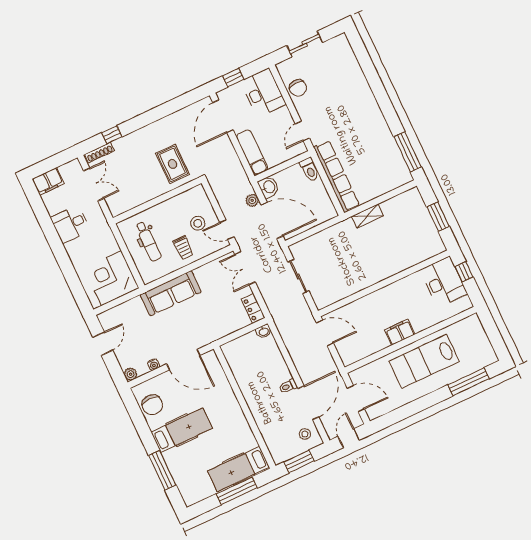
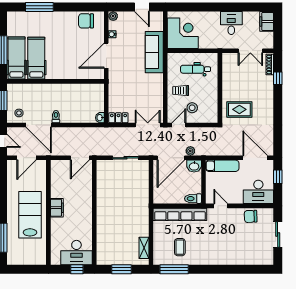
coffee table: (377, 157) -> (180, 247), added
shelving: (367, 216) -> (144, 248), moved
sofa: (171, 293) -> (154, 52), moved
hospital bed: (182, 430) -> (36, 58), moved, turned 180

